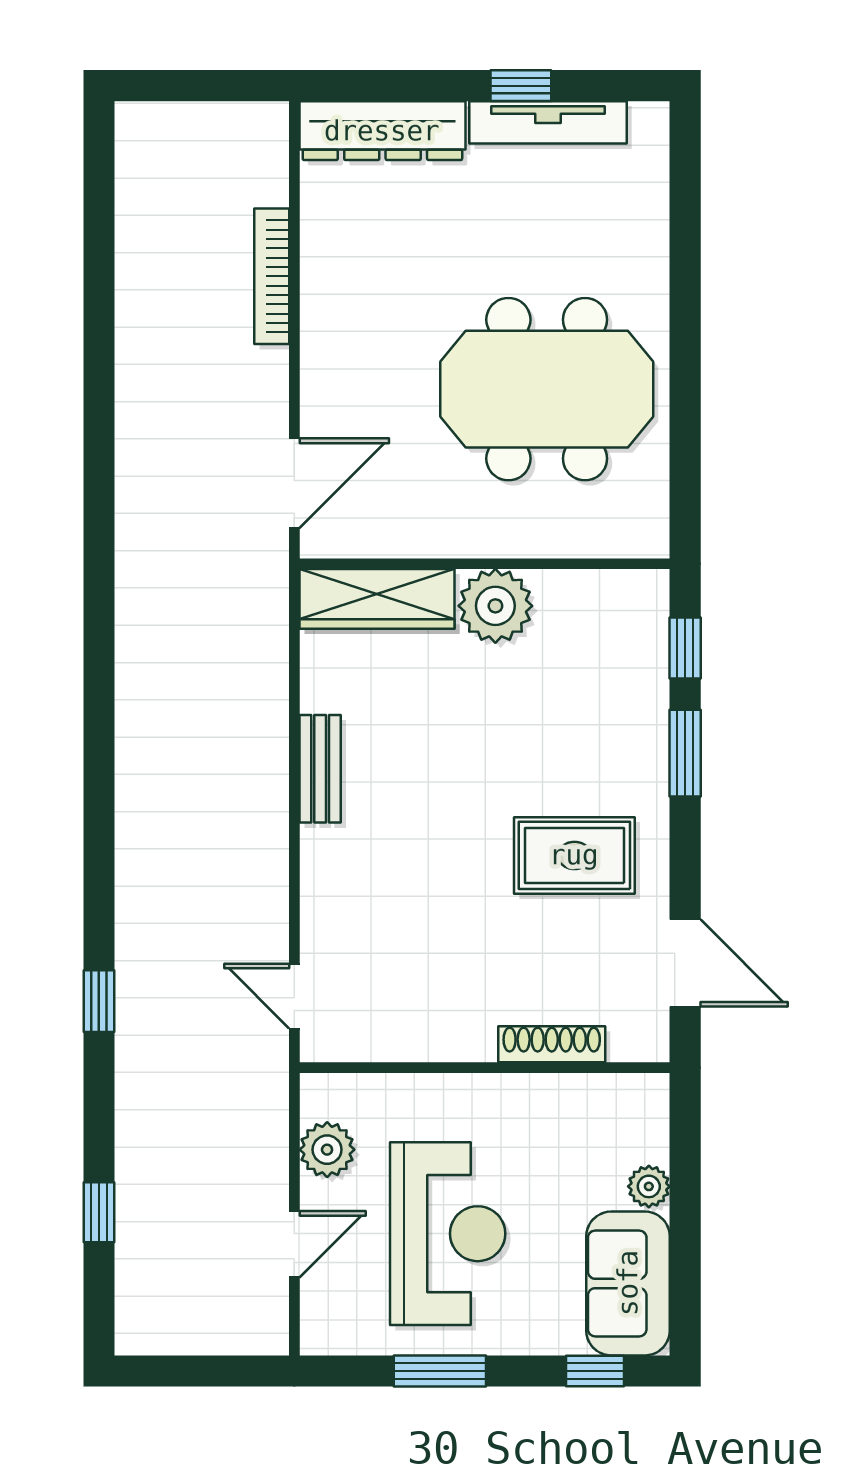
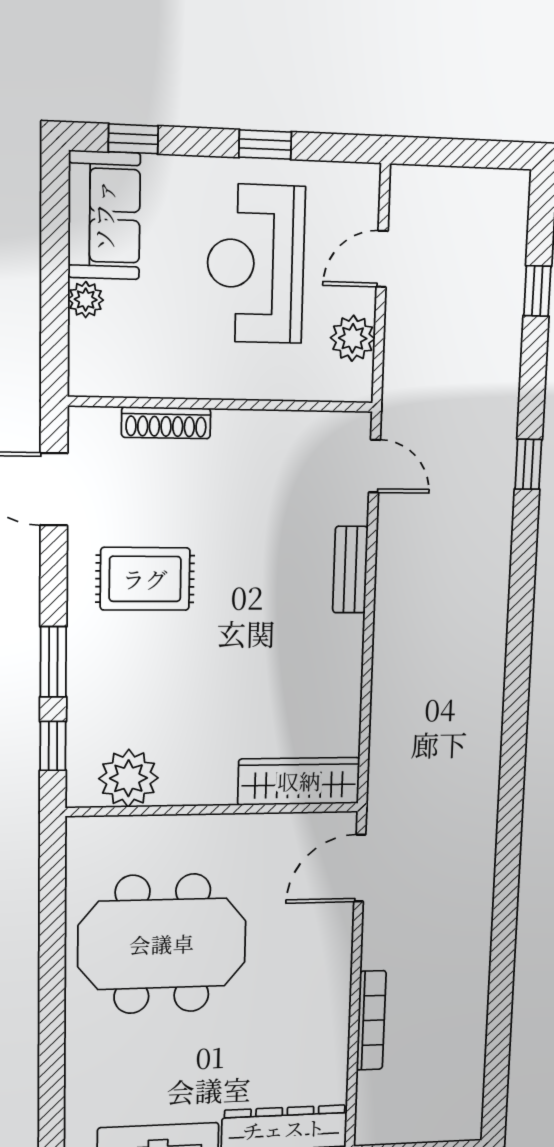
plant: (495, 606) -> (128, 778), moved
bench: (320, 769) -> (350, 570), moved
window: (440, 1371) -> (265, 145), width x0.67

